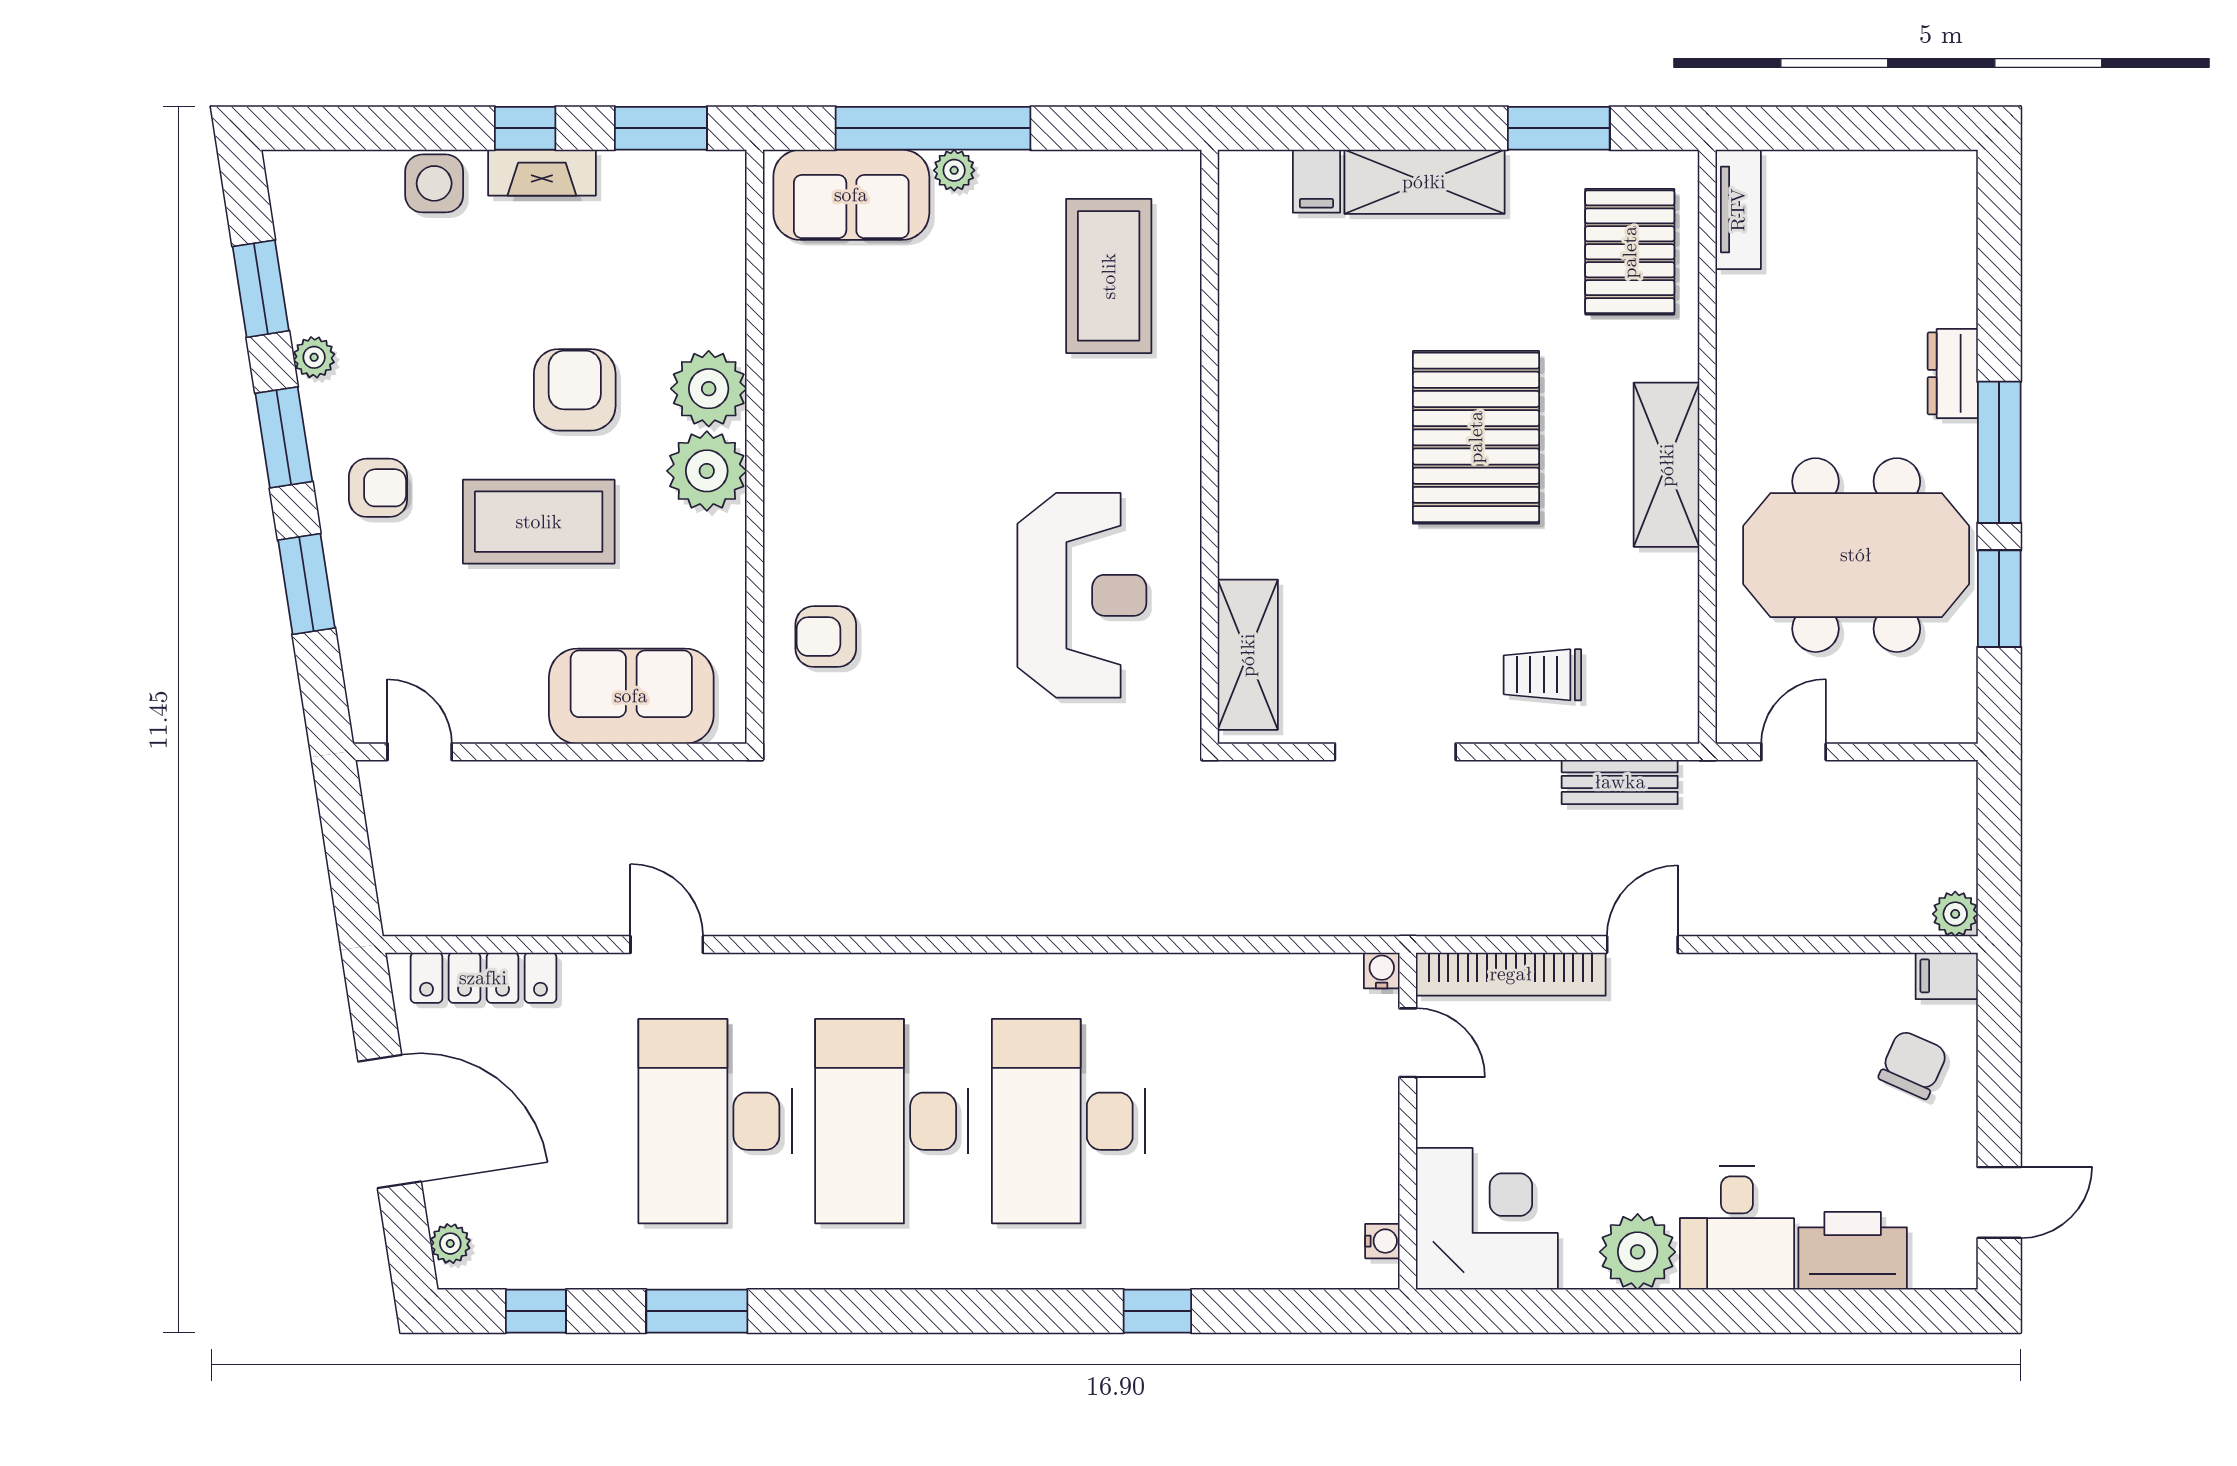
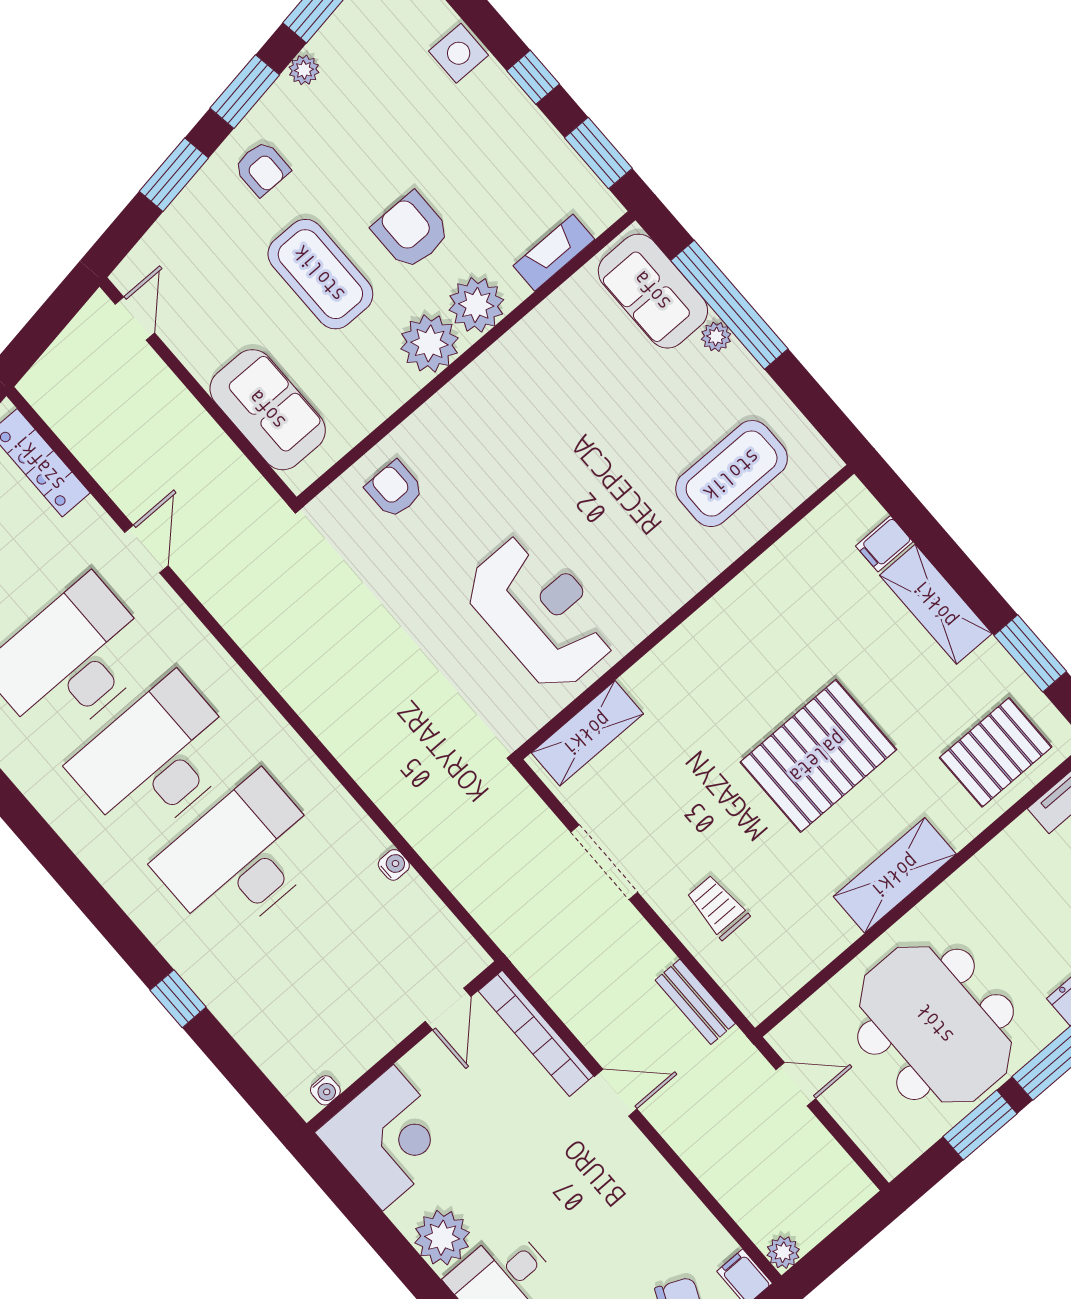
fireplace: (542, 173) -> (554, 253), moved, turned 90
armchair: (575, 390) -> (411, 231), turned -90
reception desk: (1082, 595) -> (541, 612), turned -90
water cooler: (1382, 971) -> (394, 865), moved

